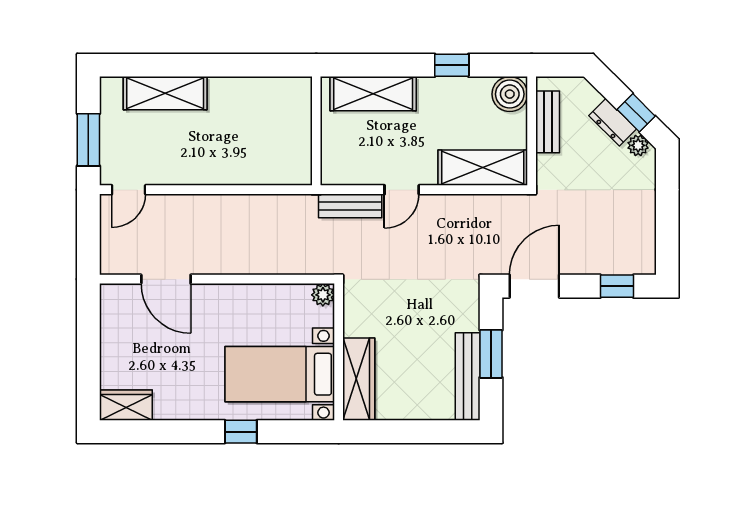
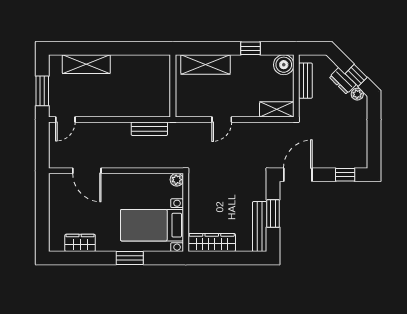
shelving: (483, 168) -> (277, 109), width x0.67, depth x0.75
bench: (350, 206) -> (149, 129), moved
wardrobe: (359, 379) -> (212, 242), moved, turned -90
wardrobe: (126, 405) -> (80, 243), moved
window: (241, 432) -> (130, 258), width x1.50

